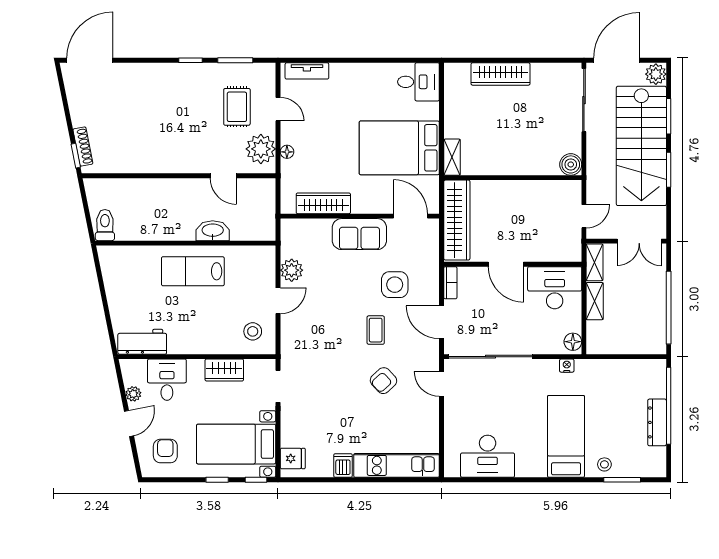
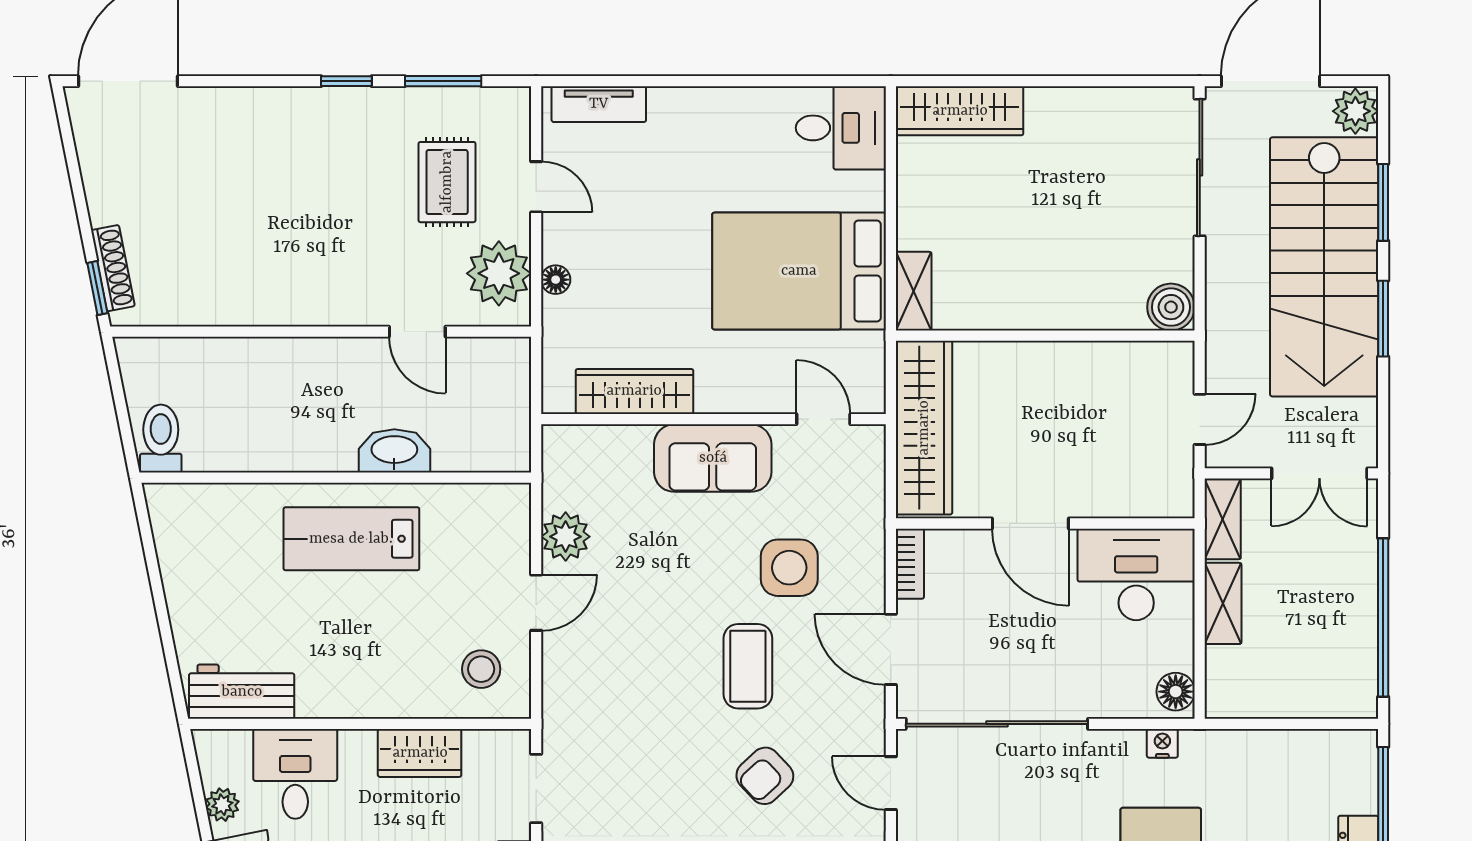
wardrobe: (500, 74) -> (960, 111), moved
door: (410, 216) -> (823, 419), width x0.73
coffee table: (376, 330) -> (748, 666), width x1.36, depth x1.30

